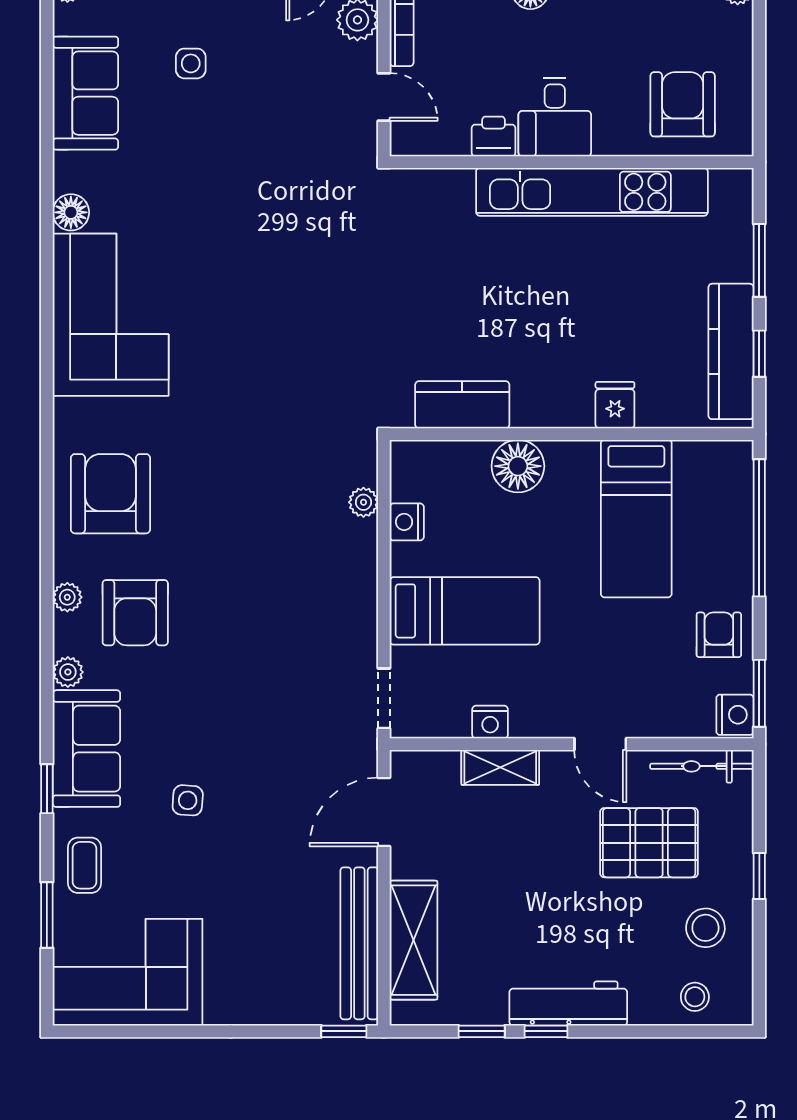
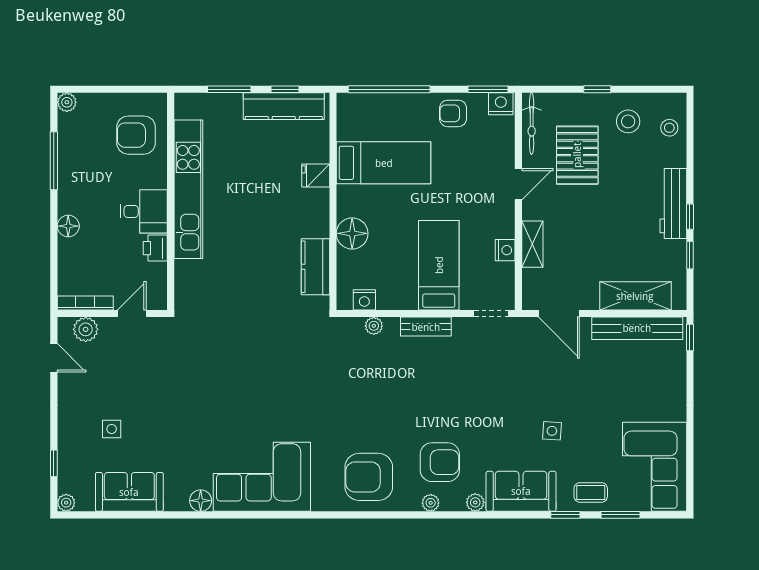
nightstand: (407, 522) -> (364, 300), moved
bench: (362, 589) -> (426, 327), added
window: (47, 789) -> (565, 515), moved

